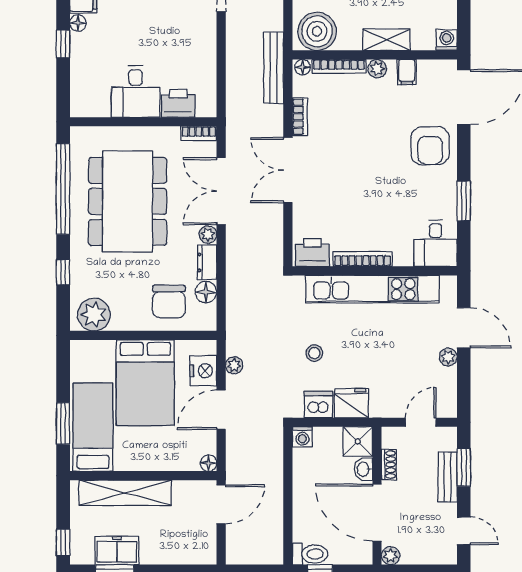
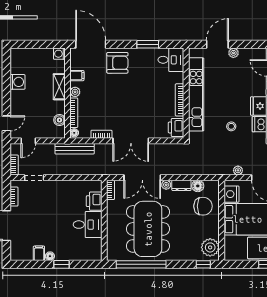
boiler: (317, 31) -> (59, 120), width x0.54, depth x0.54
dining table: (128, 201) -> (148, 229), turned 90
window: (63, 272) -> (203, 264), moved
nightstand: (203, 371) -> (231, 194), moved, turned -90

